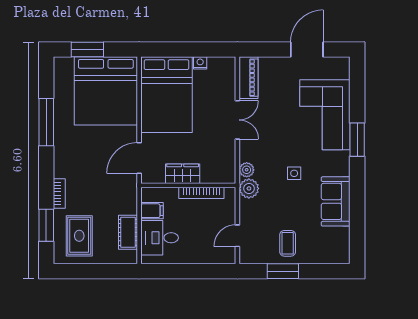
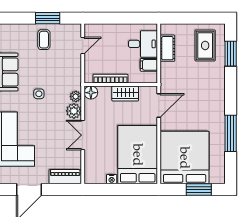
piano: (249, 78) -> (65, 177), moved, turned 90
floor lamp: (227, 175) -> (91, 93), added
plant: (249, 188) -> (74, 111), moved
bookcase: (59, 193) -> (221, 78), removed

